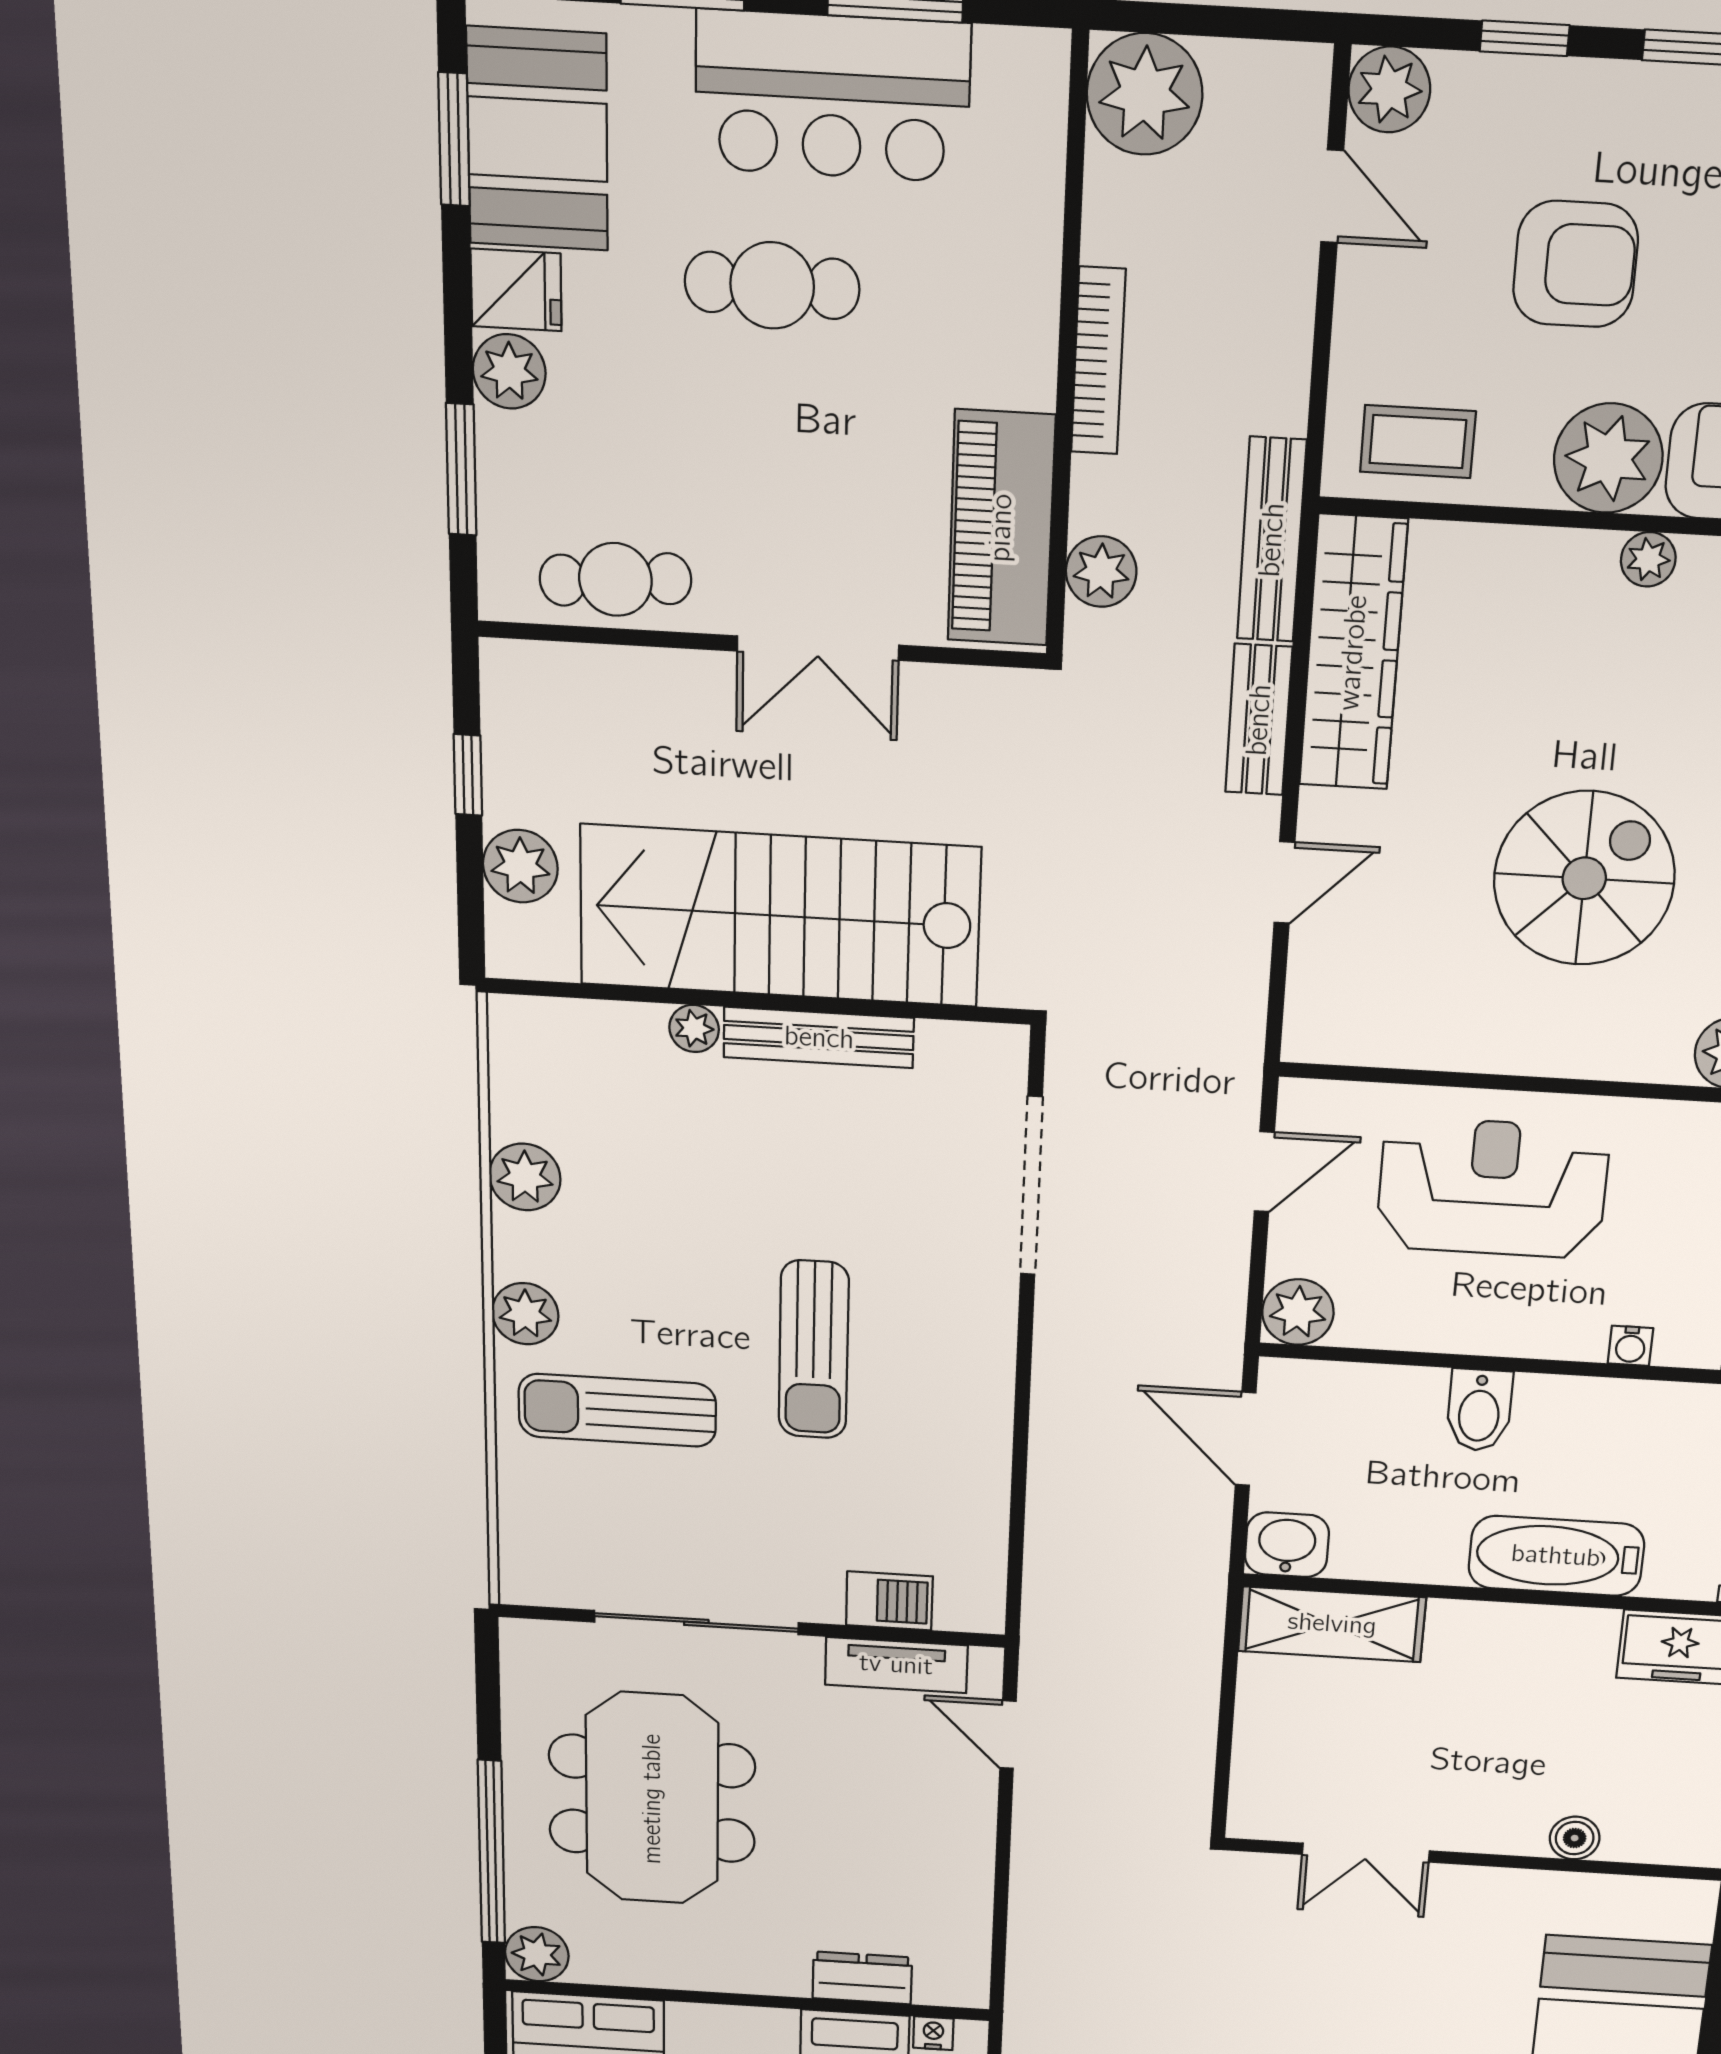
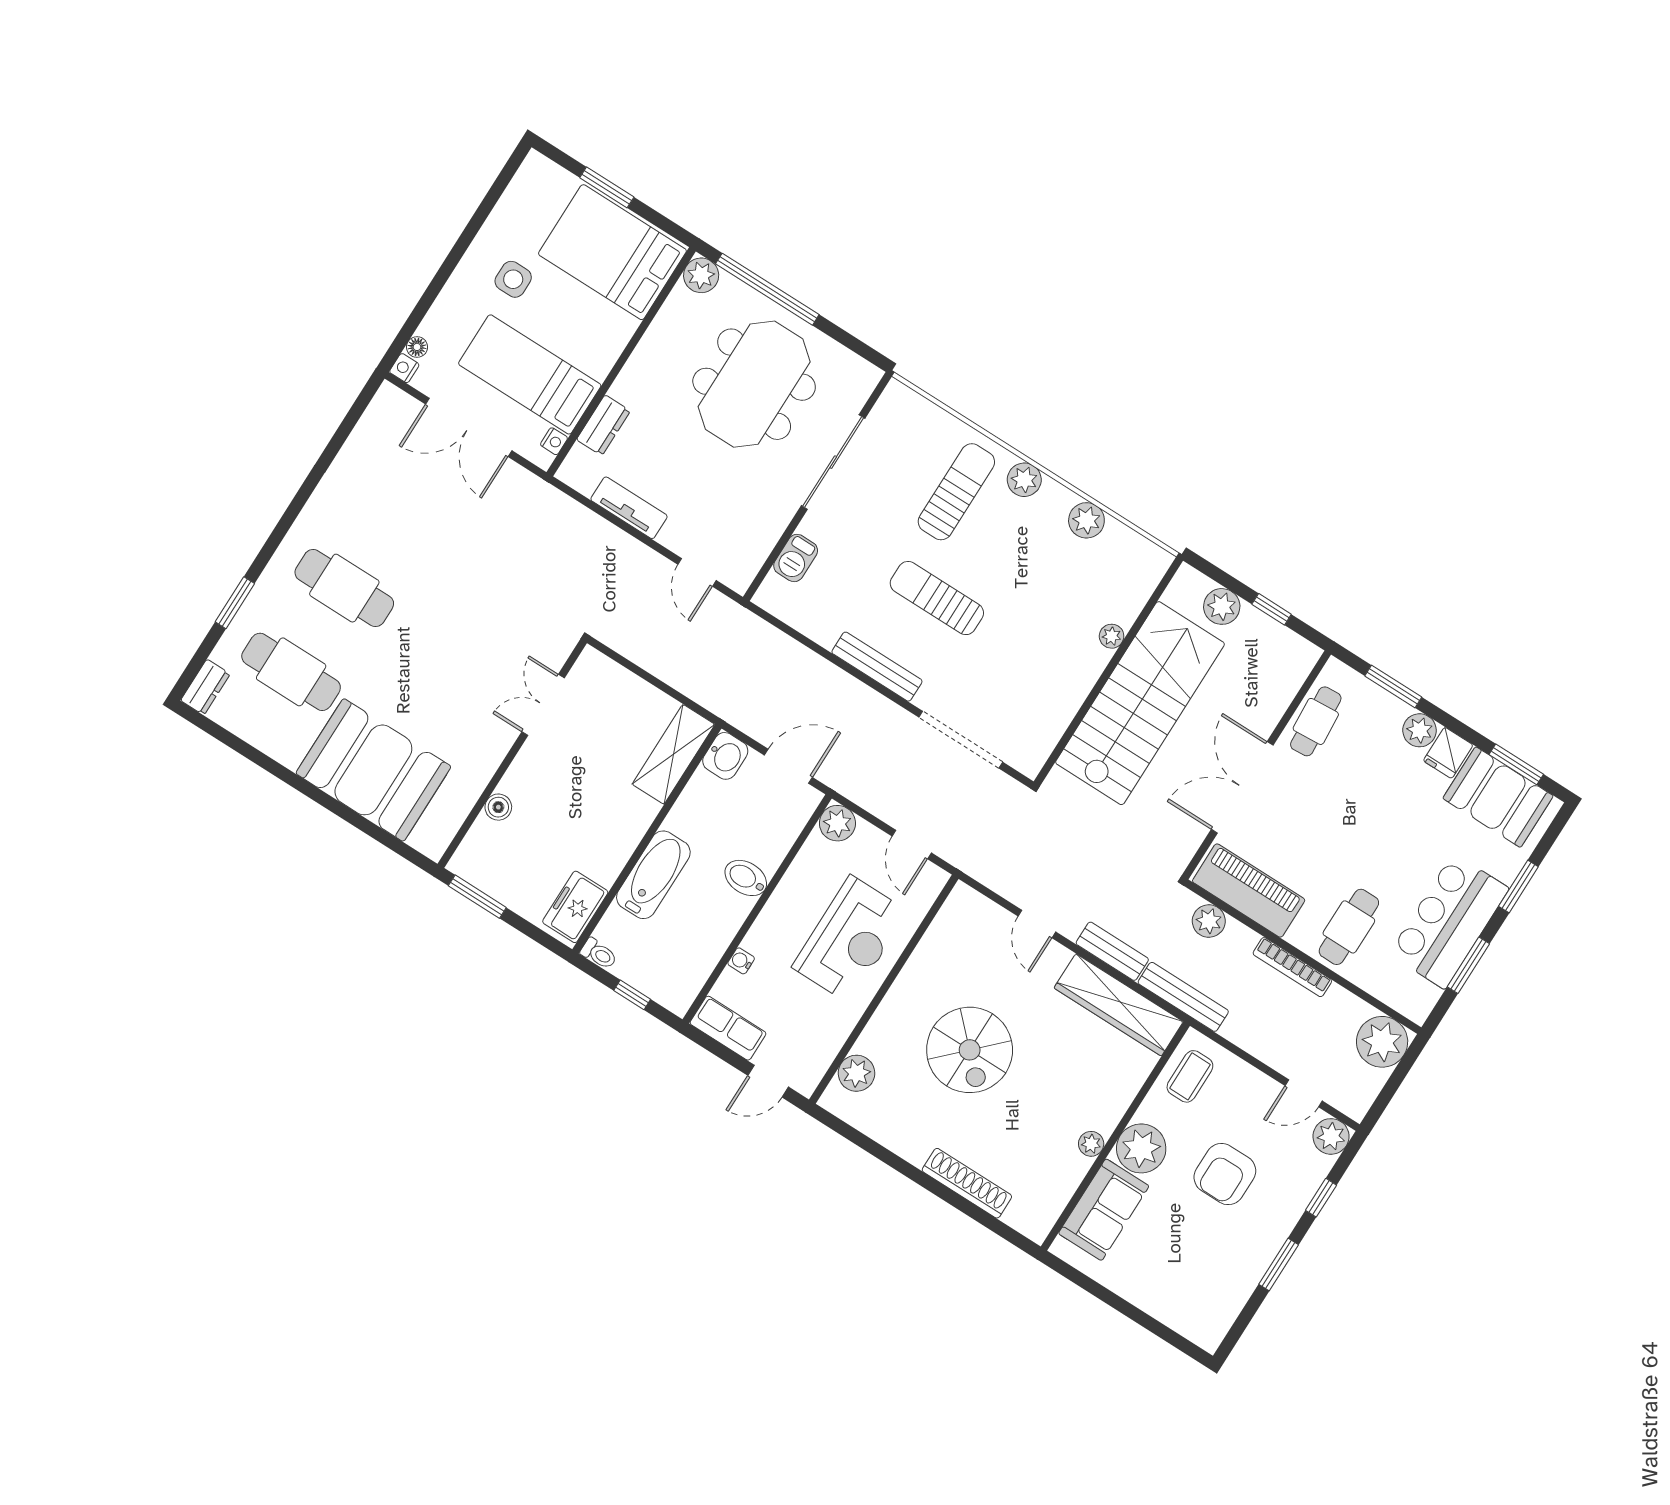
cafe table: (772, 285) -> (1349, 927), moved
double door: (818, 648) -> (1242, 787), width x1.37
bench: (819, 1038) -> (877, 667), moved, turned 90
tv unit: (896, 1665) -> (629, 508), moved, turned 90
door: (1008, 1735) -> (697, 572), swing flipped
meeting table: (652, 1799) -> (754, 384), turned 90

